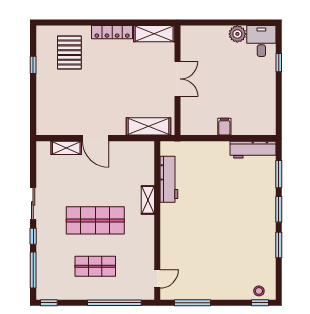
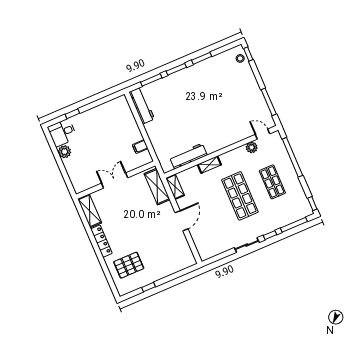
filing cabinet: (224, 127) -> (140, 147), moved
shelving: (66, 148) -> (175, 187), moved
plant: (147, 259) -> (252, 147), added

